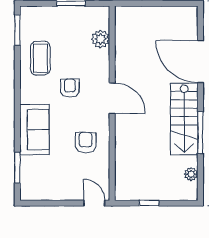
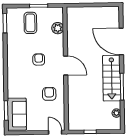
coffee table: (40, 58) -> (30, 23), moved
sofa: (34, 130) -> (17, 114), moved

